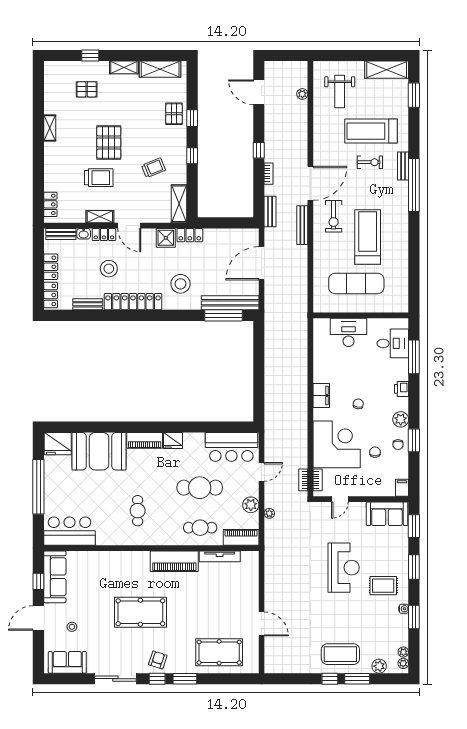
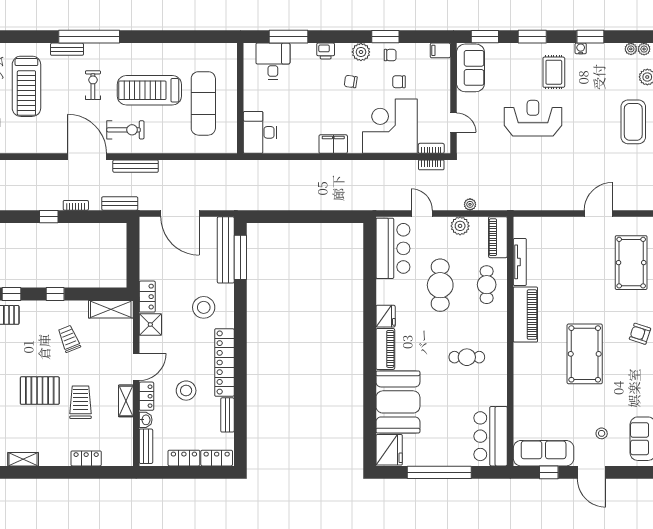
exercise bike: (370, 162) -> (93, 85), moved
locker: (50, 204) -> (86, 458), moved
desk: (348, 332) -> (260, 132), moved
chair: (358, 404) -> (351, 82), moved

